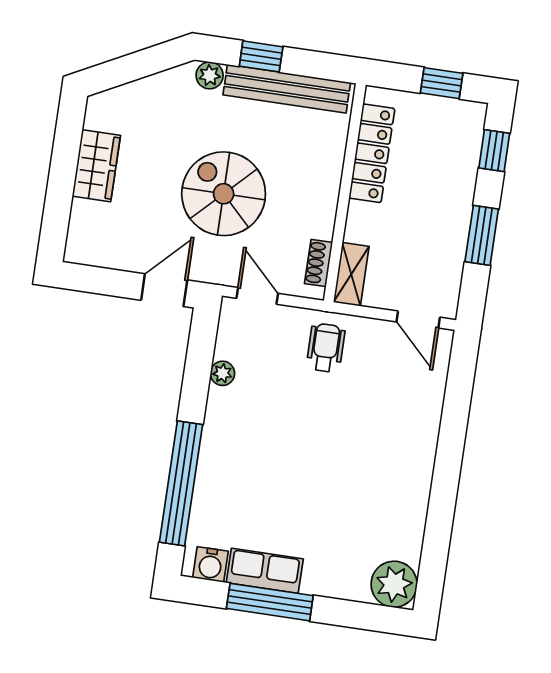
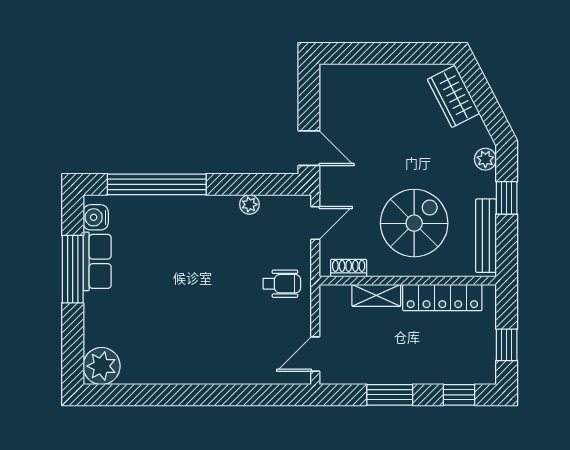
bench: (287, 89) -> (486, 236), width x0.73, depth x0.82
wardrobe: (96, 166) -> (453, 96), moved, turned 63
spiral stairs: (224, 194) -> (414, 223), moved
shelving: (351, 274) -> (376, 295), moved

